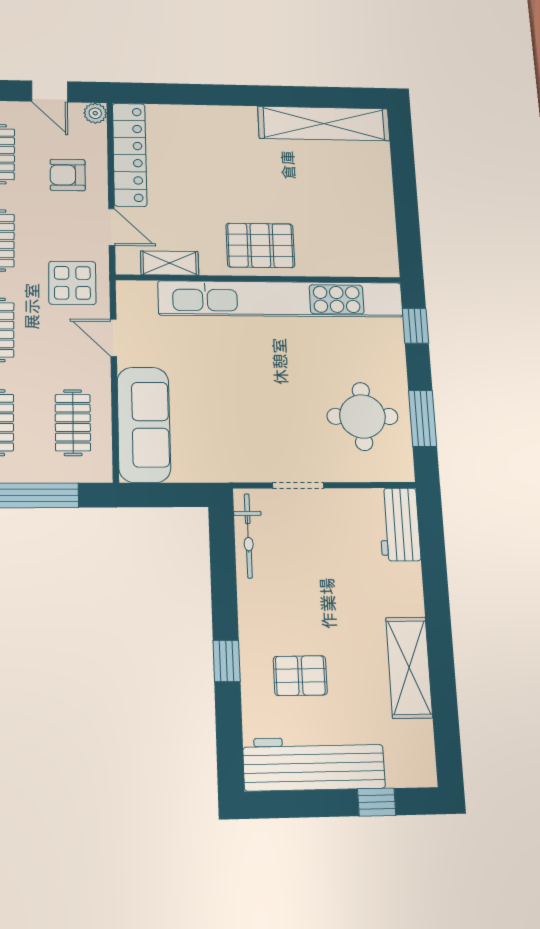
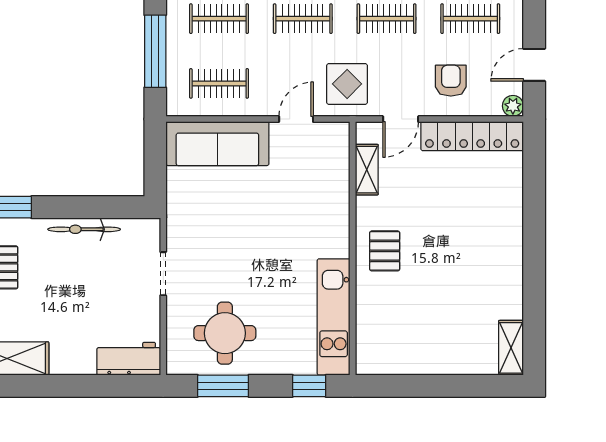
shelving: (324, 124) -> (511, 348), width x0.45, depth x0.75
pallet: (260, 245) -> (385, 251), width x0.67, depth x0.71
kitchen unit: (281, 299) -> (334, 317), width x0.54
bicycle: (248, 536) -> (84, 229), moved

